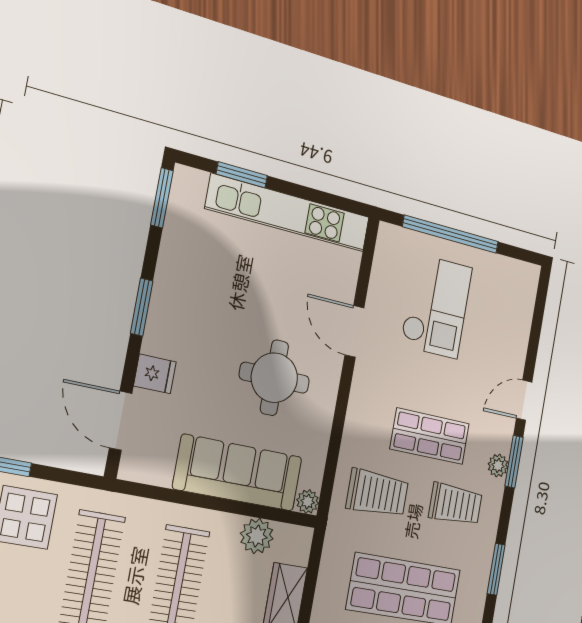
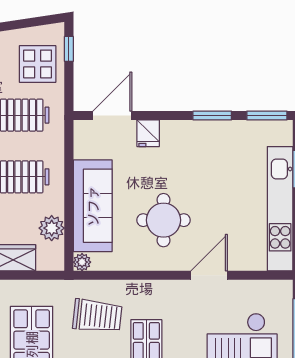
window: (142, 307) -> (212, 116), moved
trolley: (377, 493) -> (97, 316), turned -84

